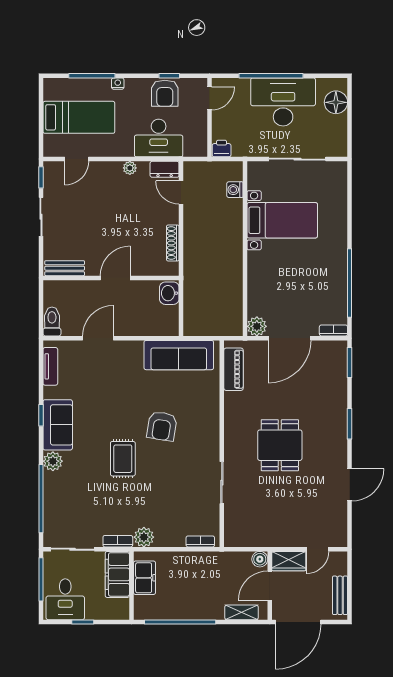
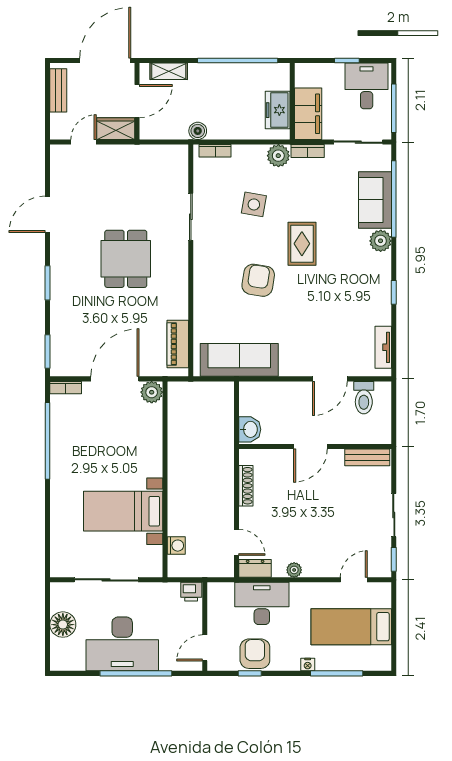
floor lamp: (336, 102) -> (63, 625), moved
toilet: (52, 321) -> (364, 398), moved
sofa: (58, 425) -> (375, 200), moved
side table: (166, 494) -> (254, 204), added
boiler: (260, 559) -> (198, 131), moved

